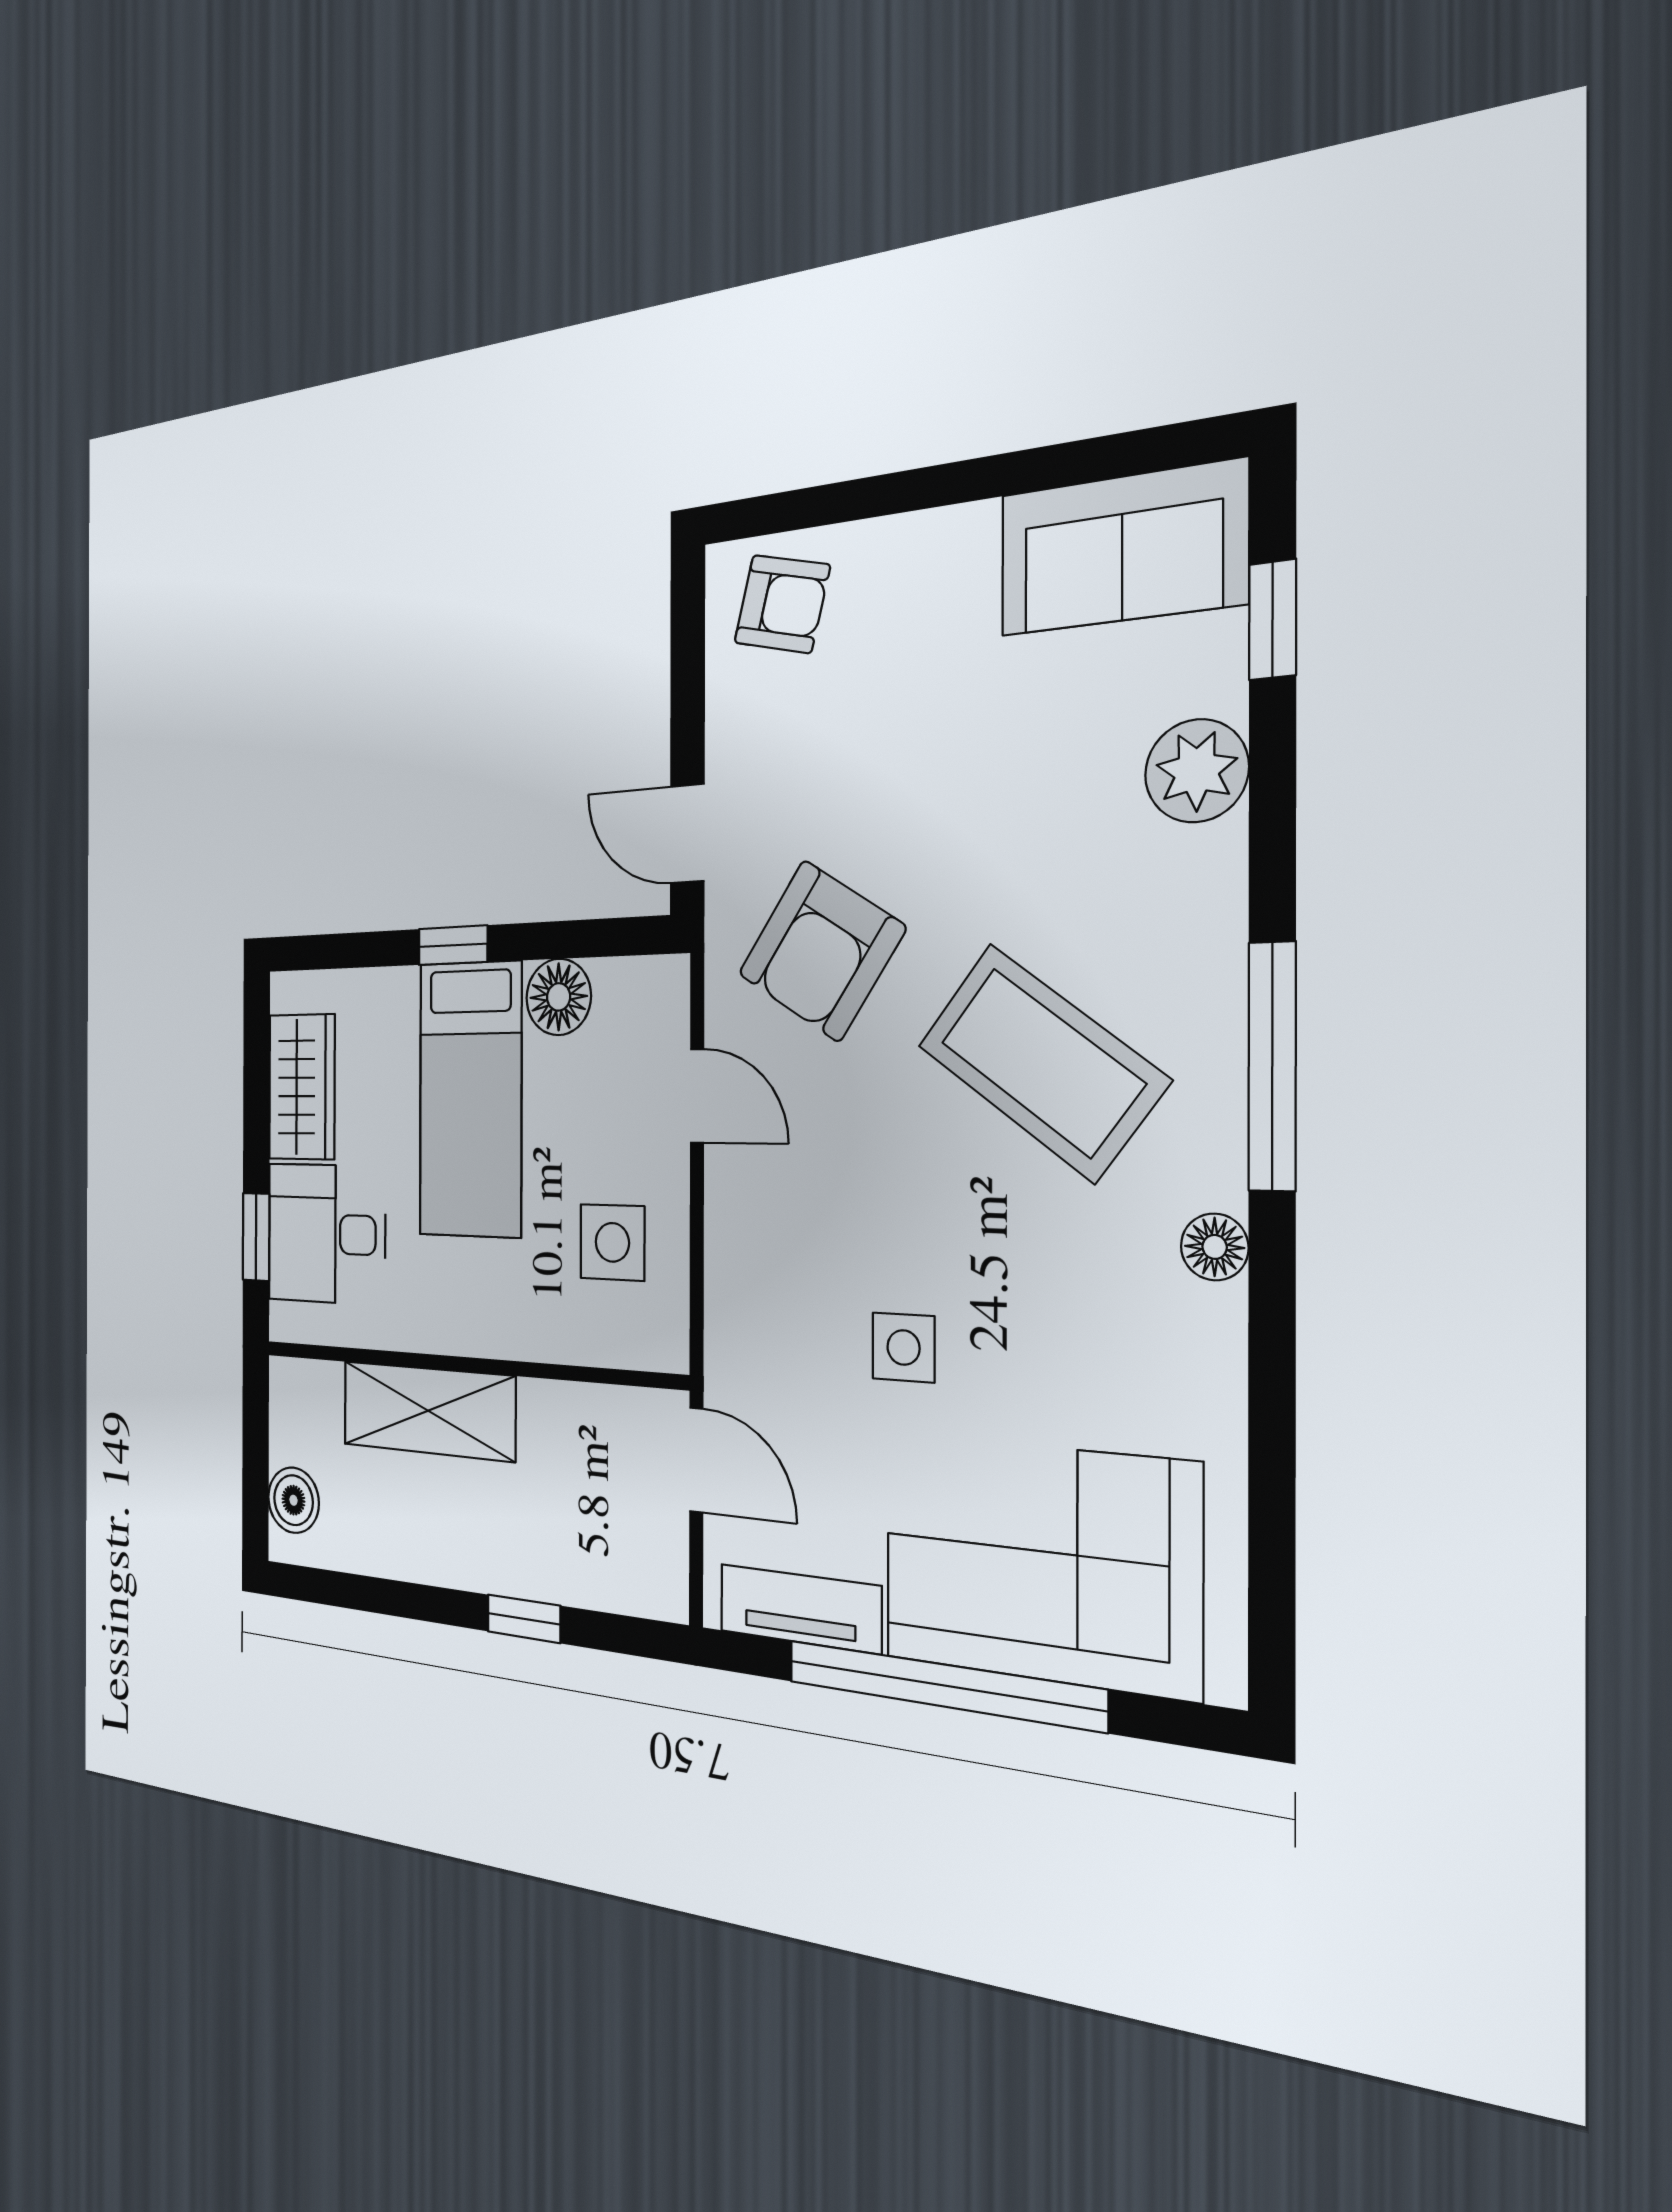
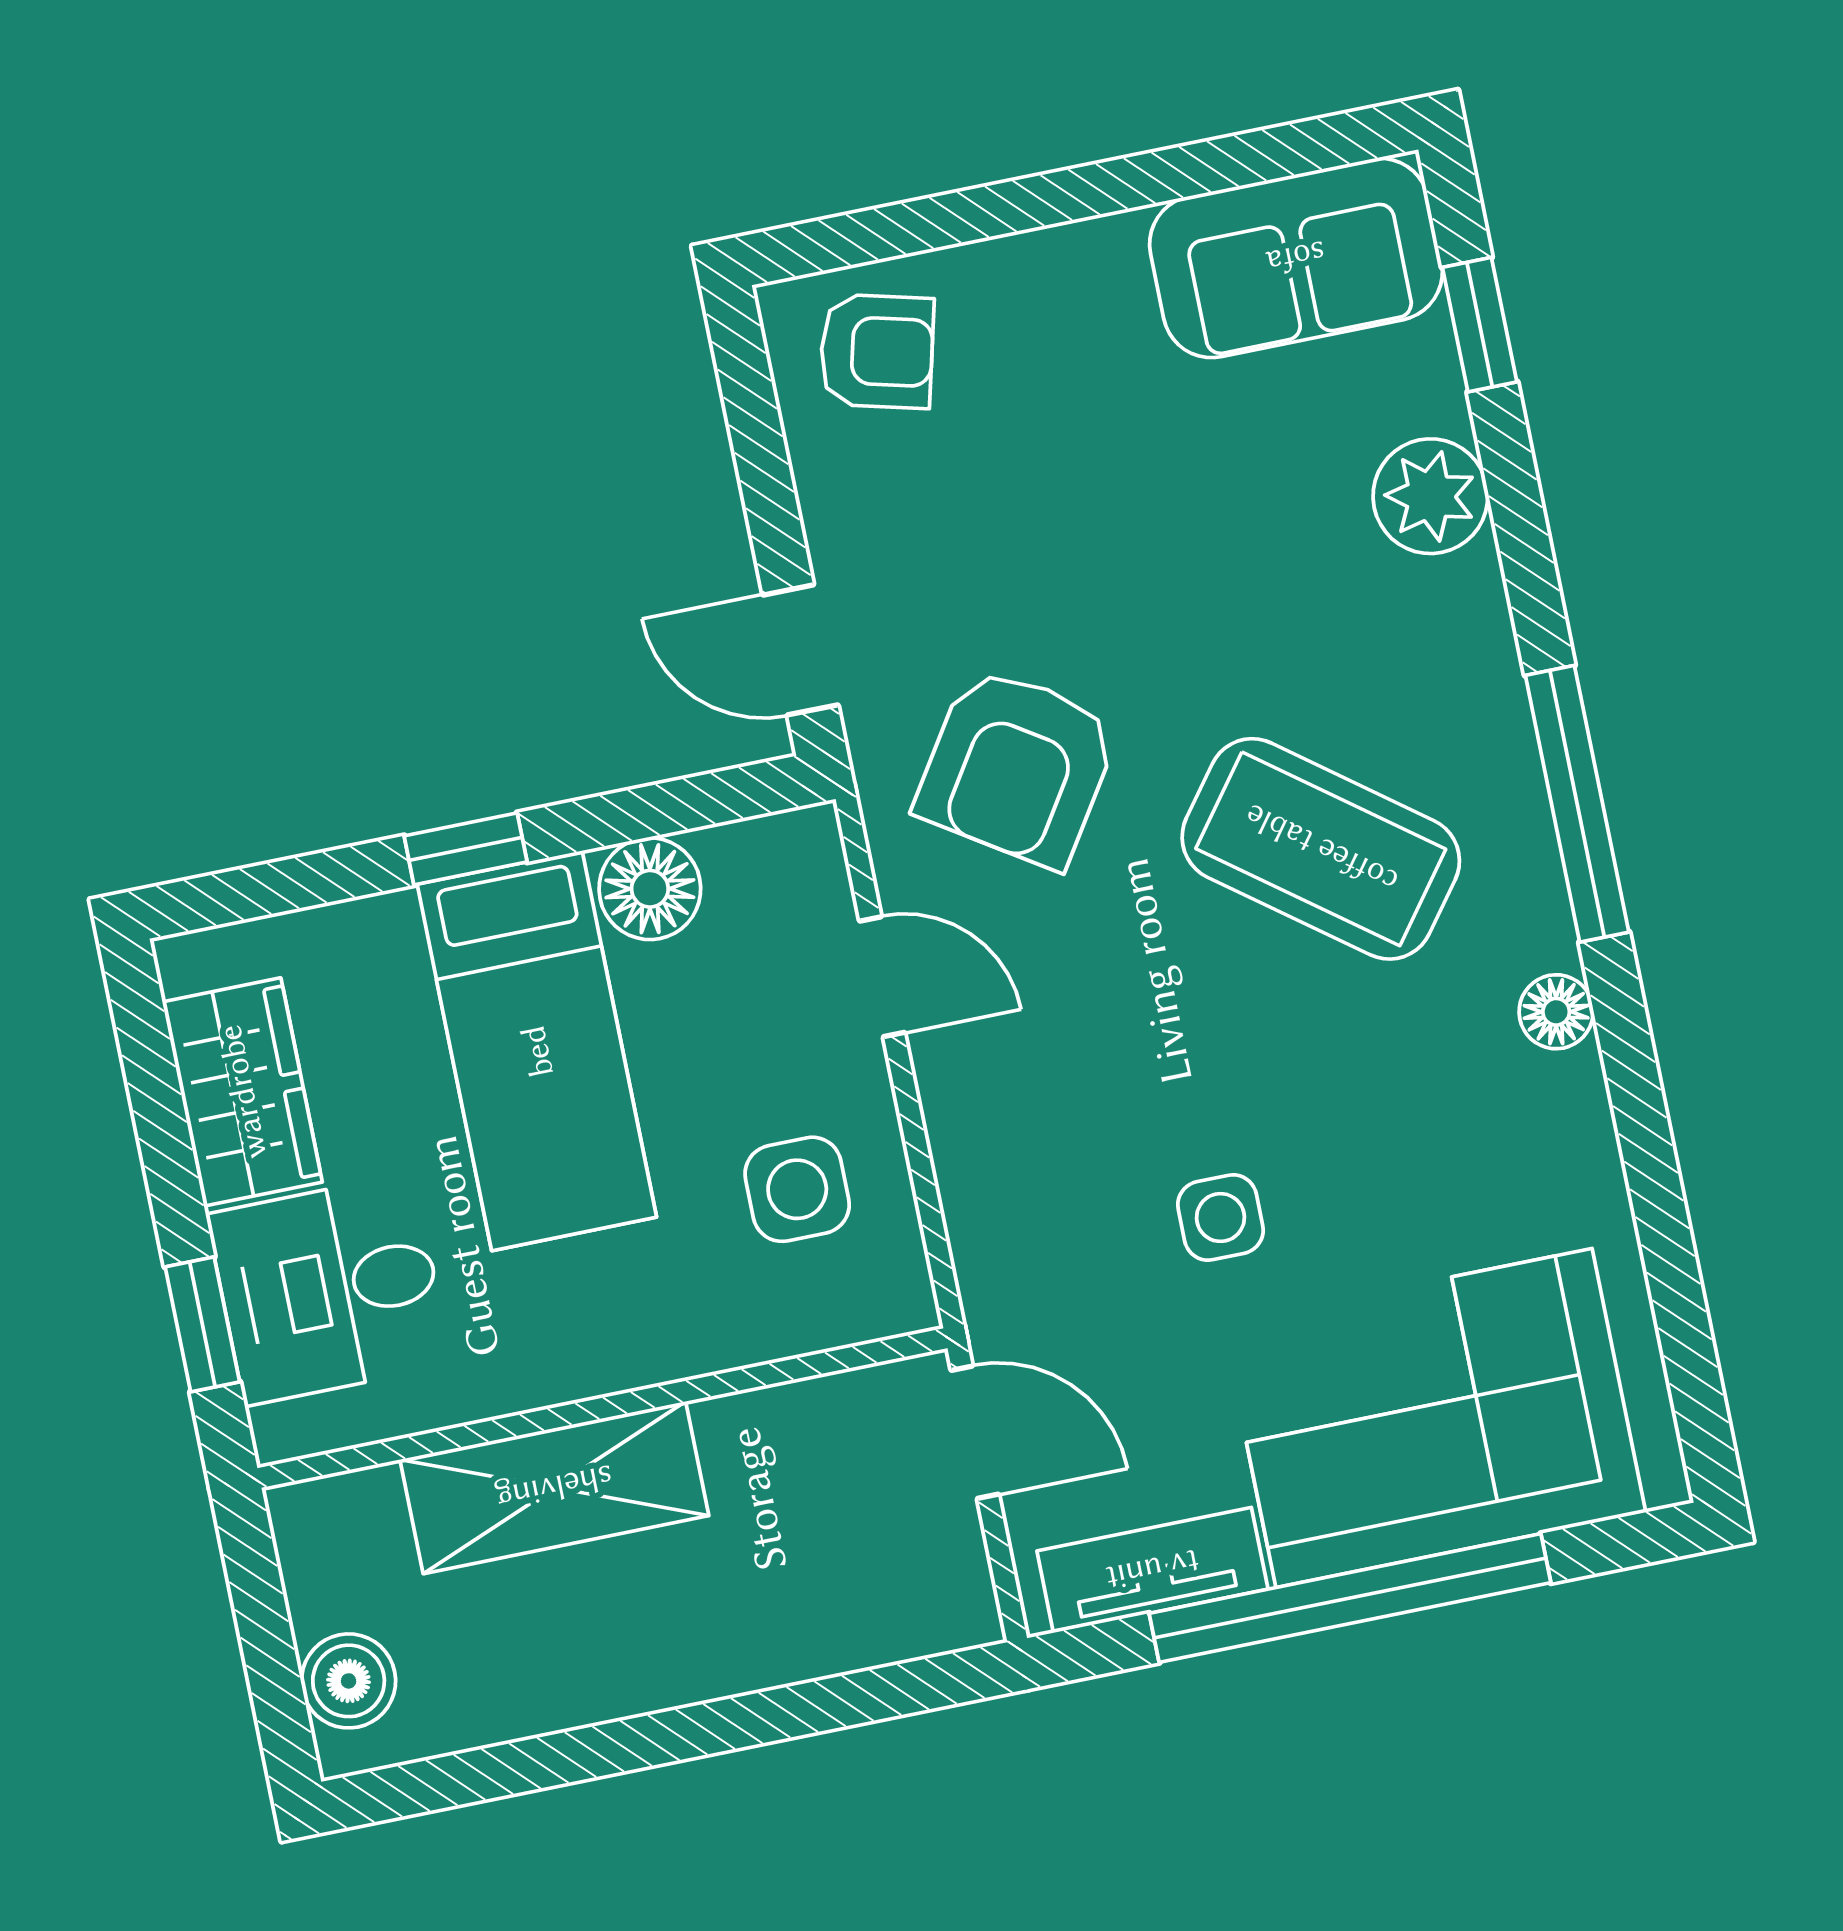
window: (524, 1619) -> (764, 1717), removed

